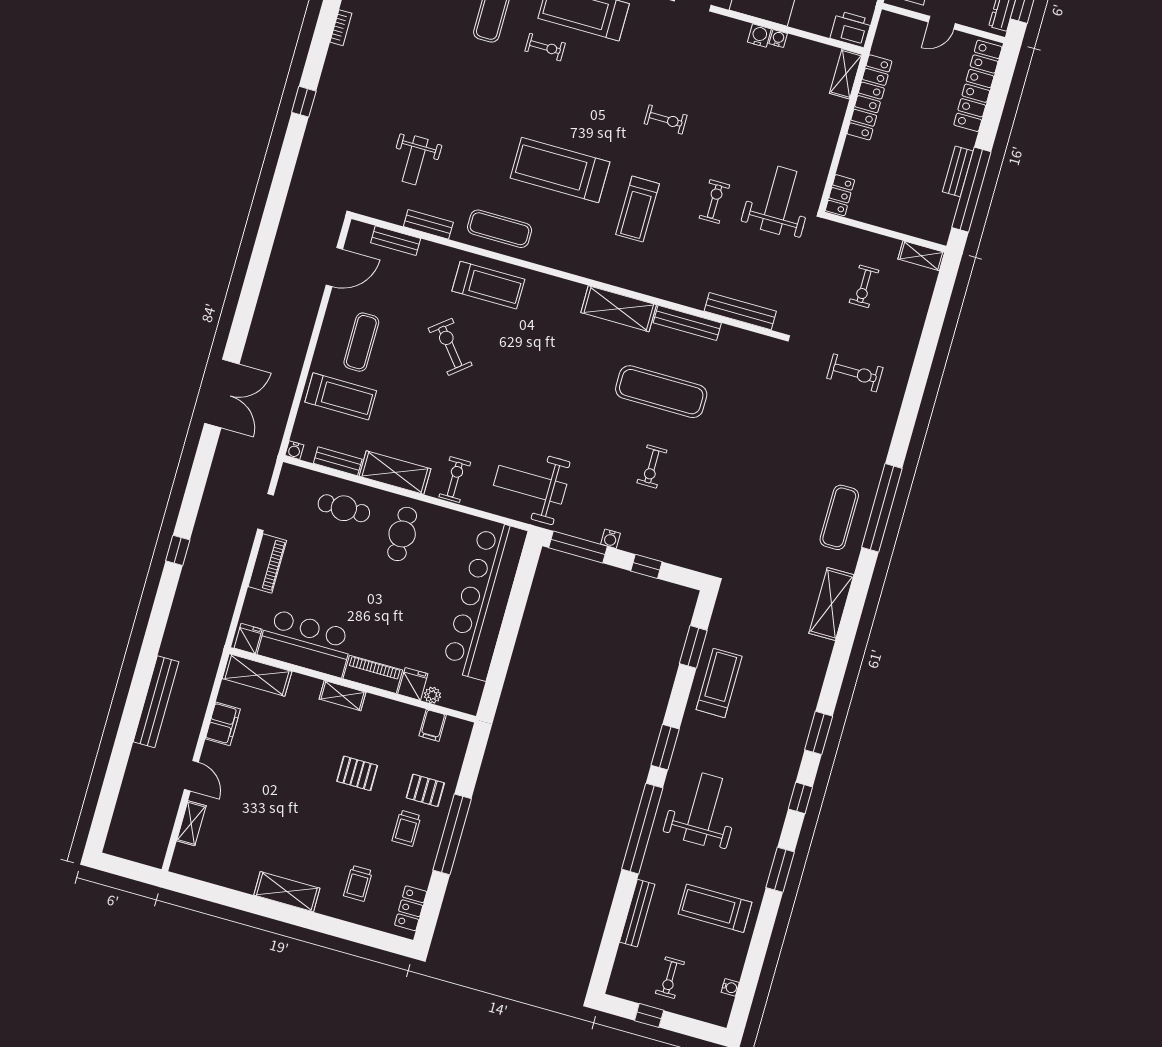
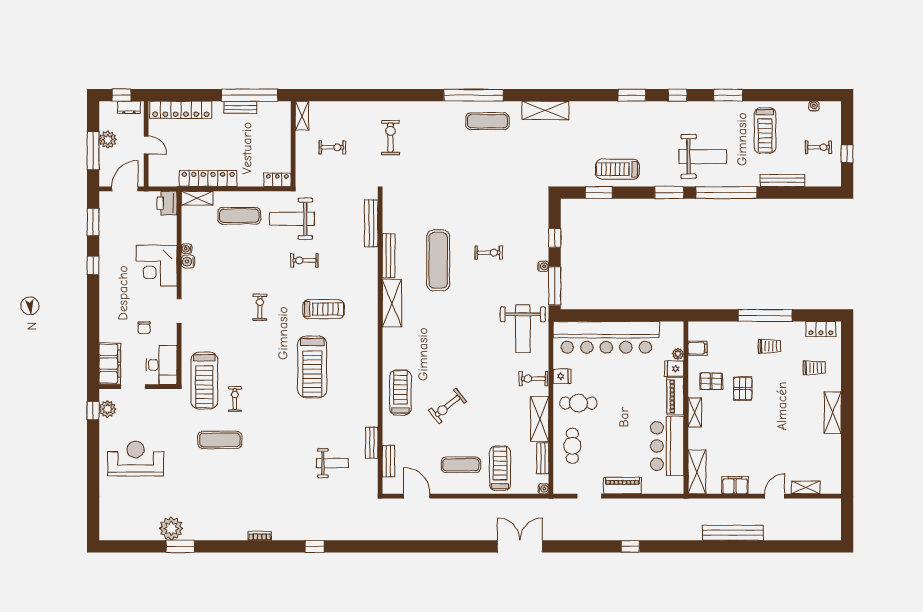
exercise mat: (500, 229) -> (239, 216), moved, turned 90
fridge: (248, 639) -> (562, 376), moved, turned 180
pallet: (425, 790) -> (711, 381), moved, turned 90
weight bench: (703, 809) -> (703, 156), turned 180

